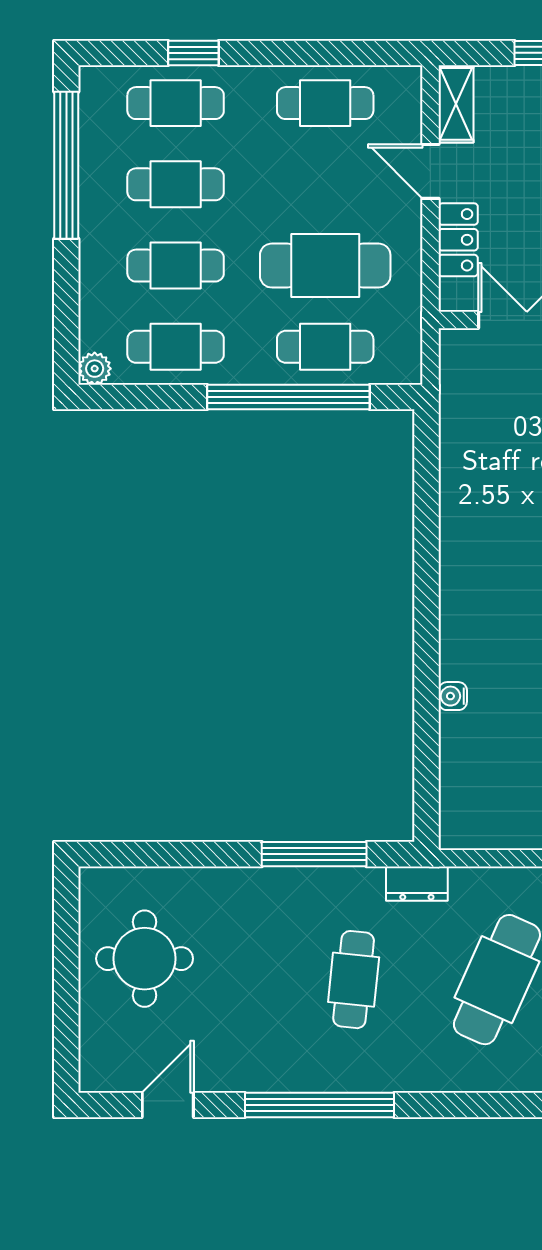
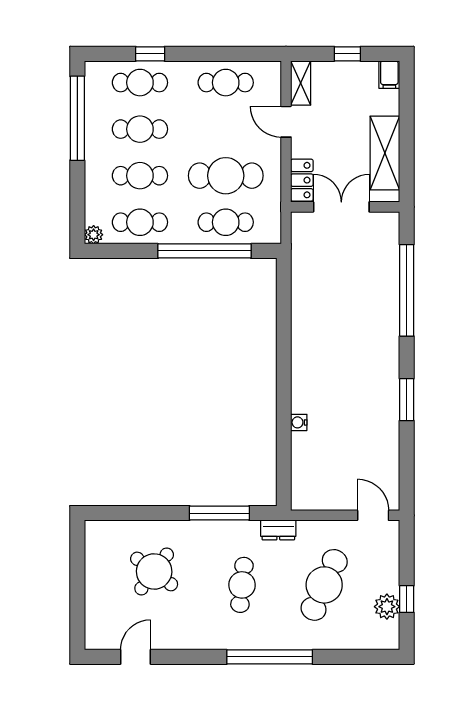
locker: (458, 240) -> (302, 180), moved
round table: (145, 959) -> (154, 571), moved, turned 37
window: (320, 1105) -> (270, 657), moved

